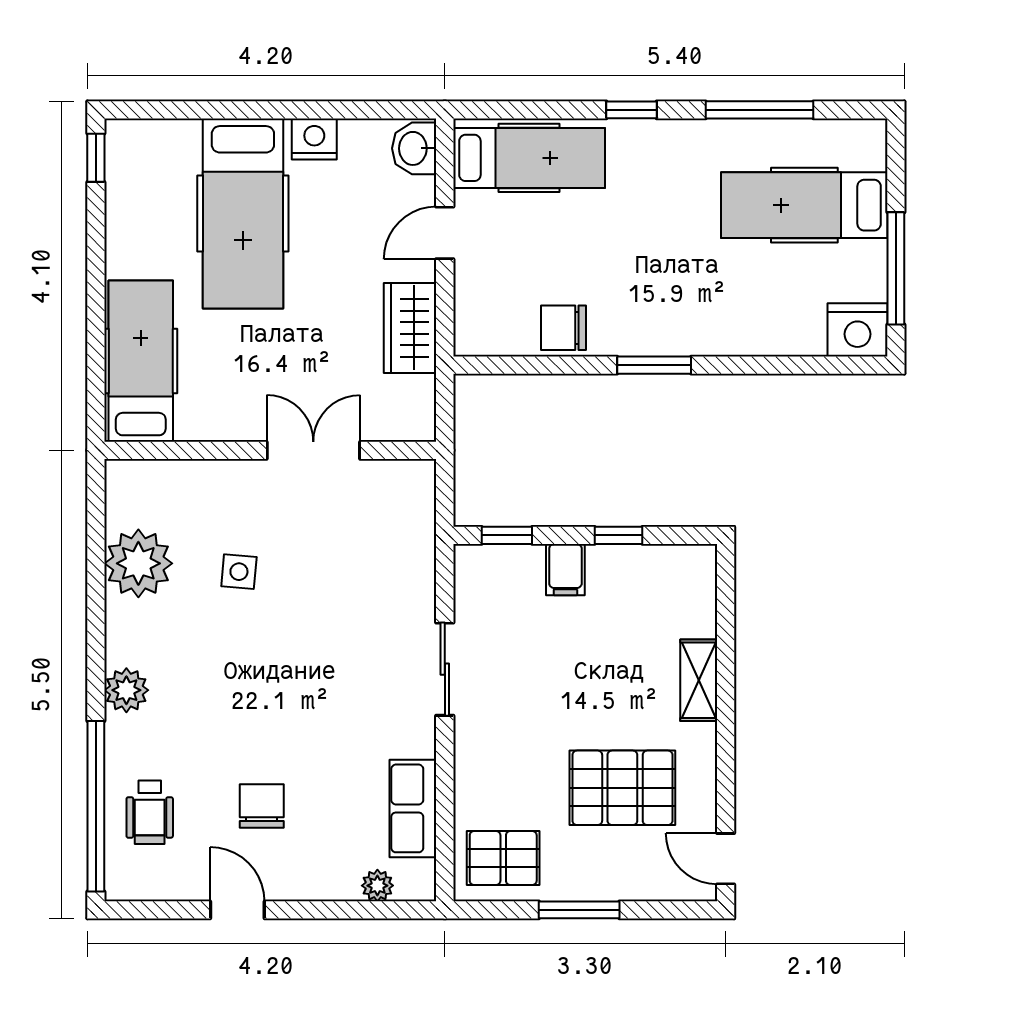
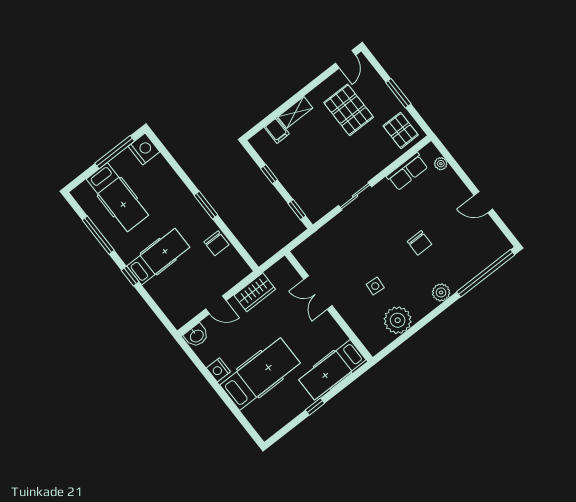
window: (96, 158) -> (315, 407), moved
hospital bed: (529, 158) -> (158, 257), moved, turned 90
filing cabinet: (565, 570) -> (277, 131), moved, turned 90
chair: (262, 806) -> (420, 243), moved, turned -90
wheelchair: (150, 812) -> (474, 255), removed
door: (237, 910) -> (483, 202), hinge flipped

